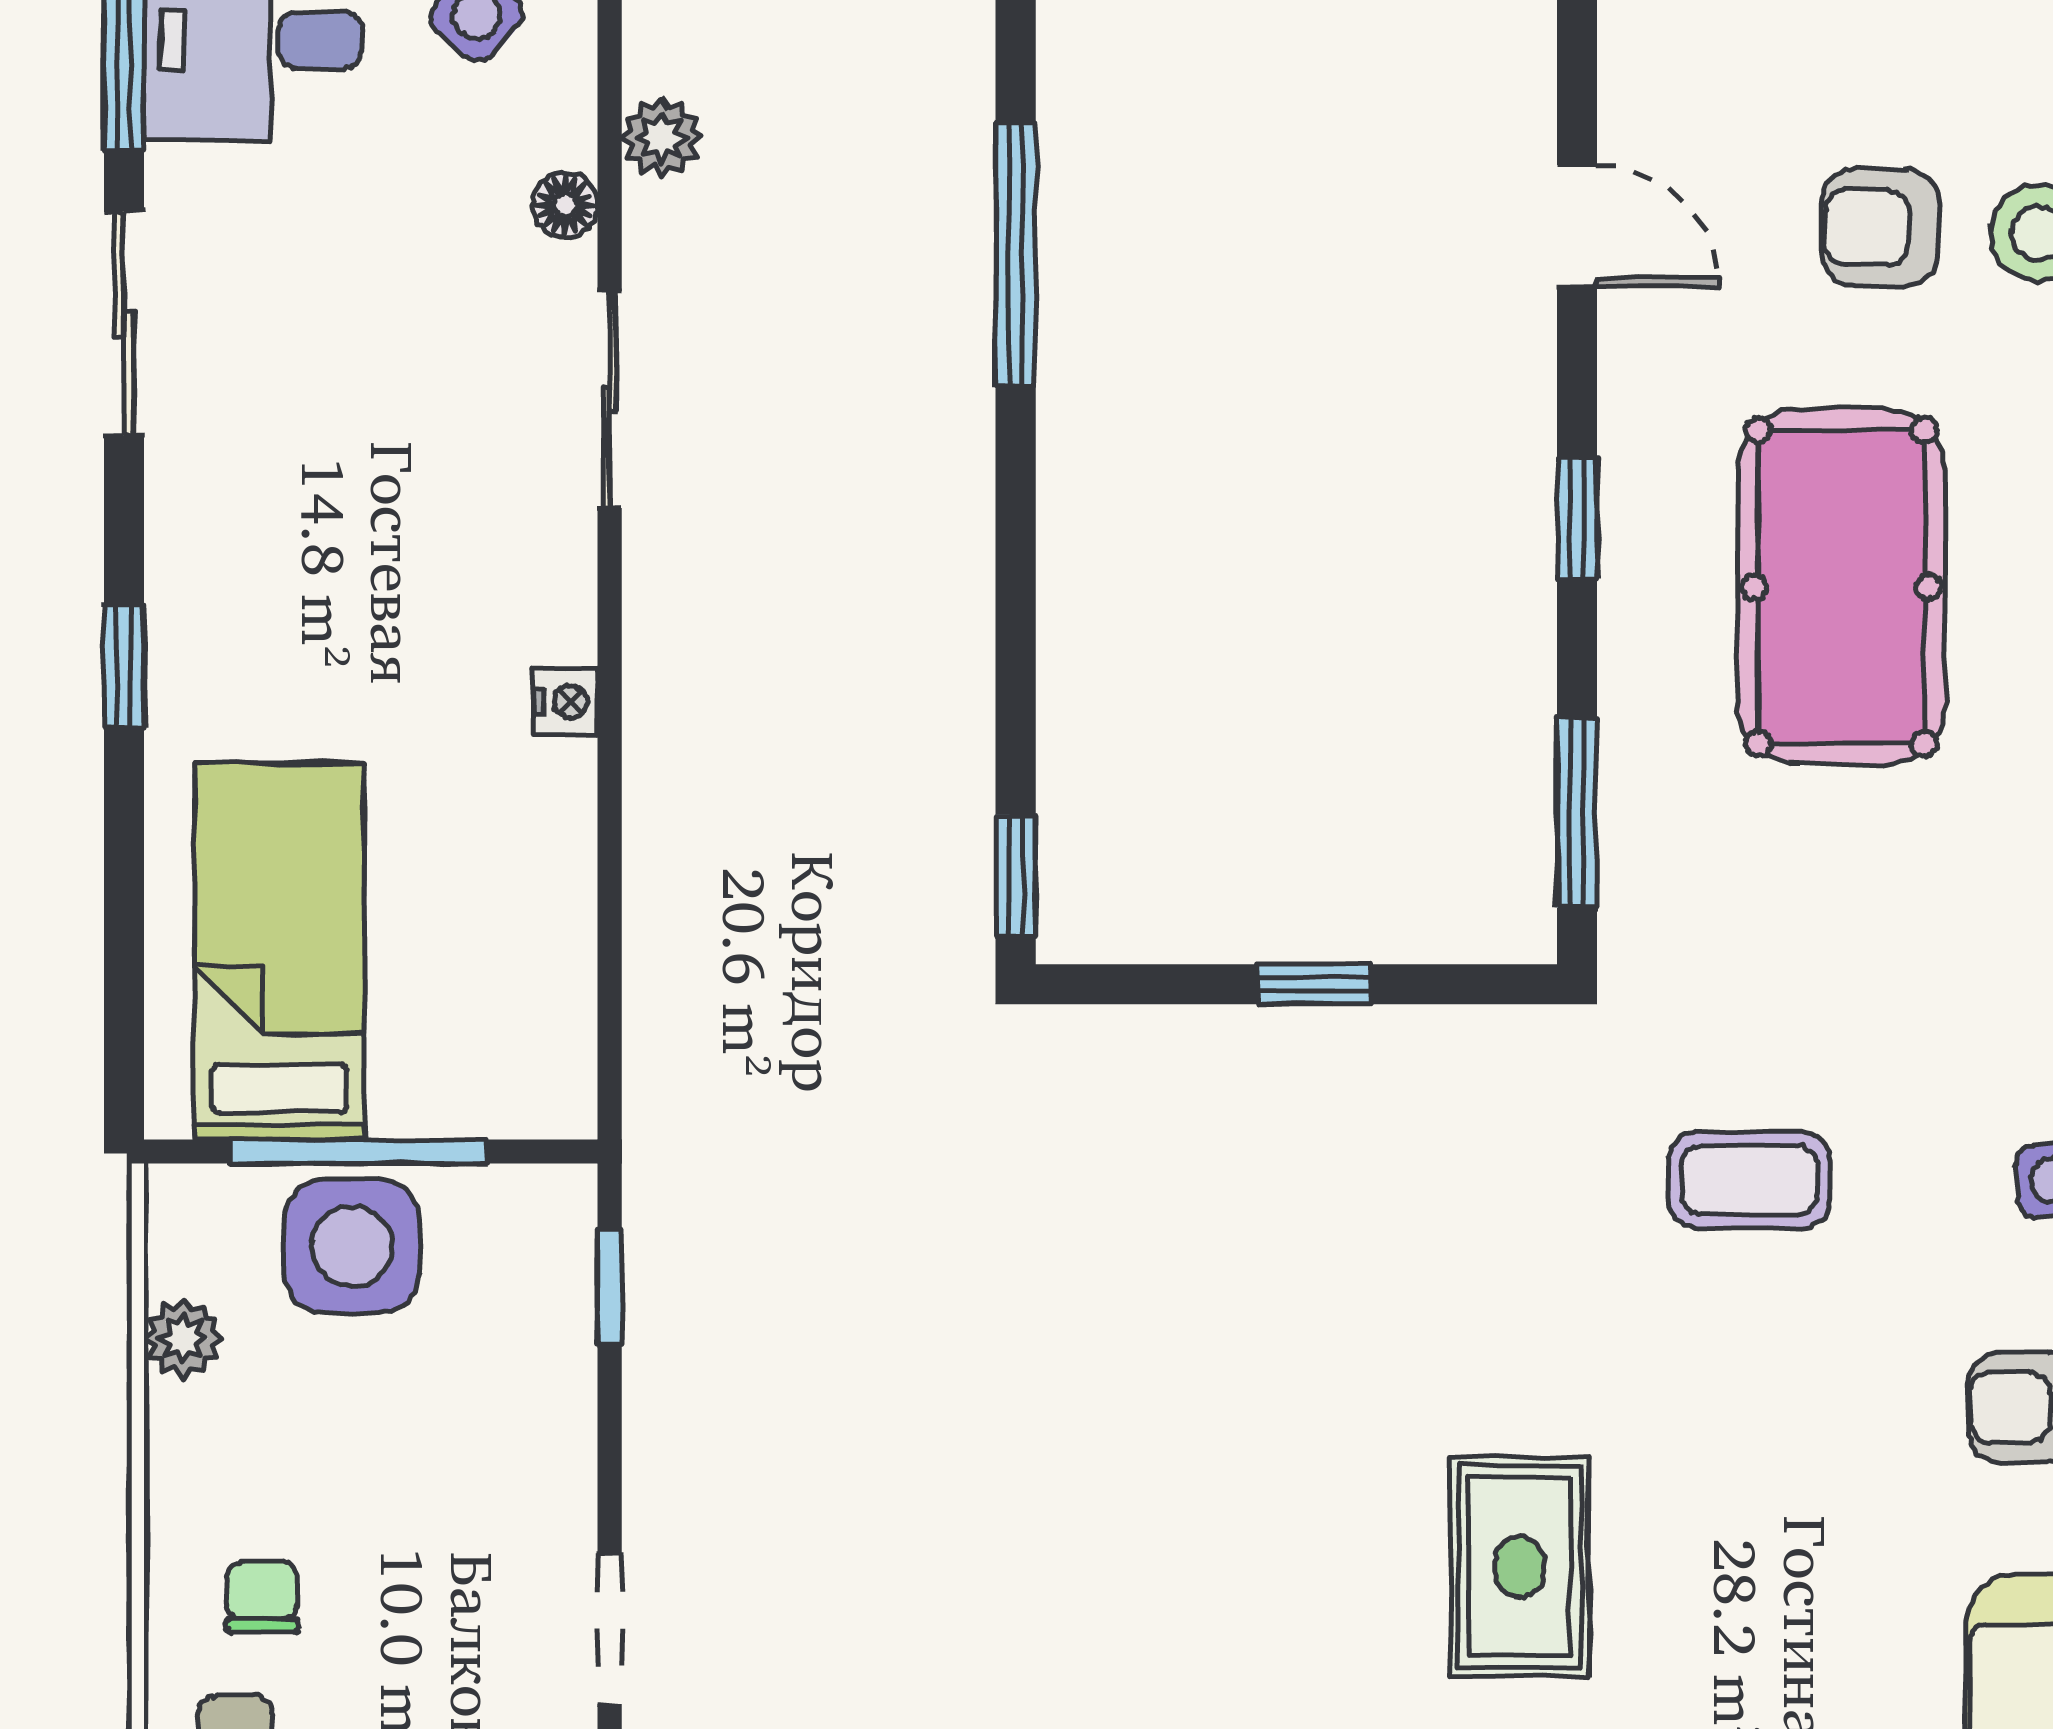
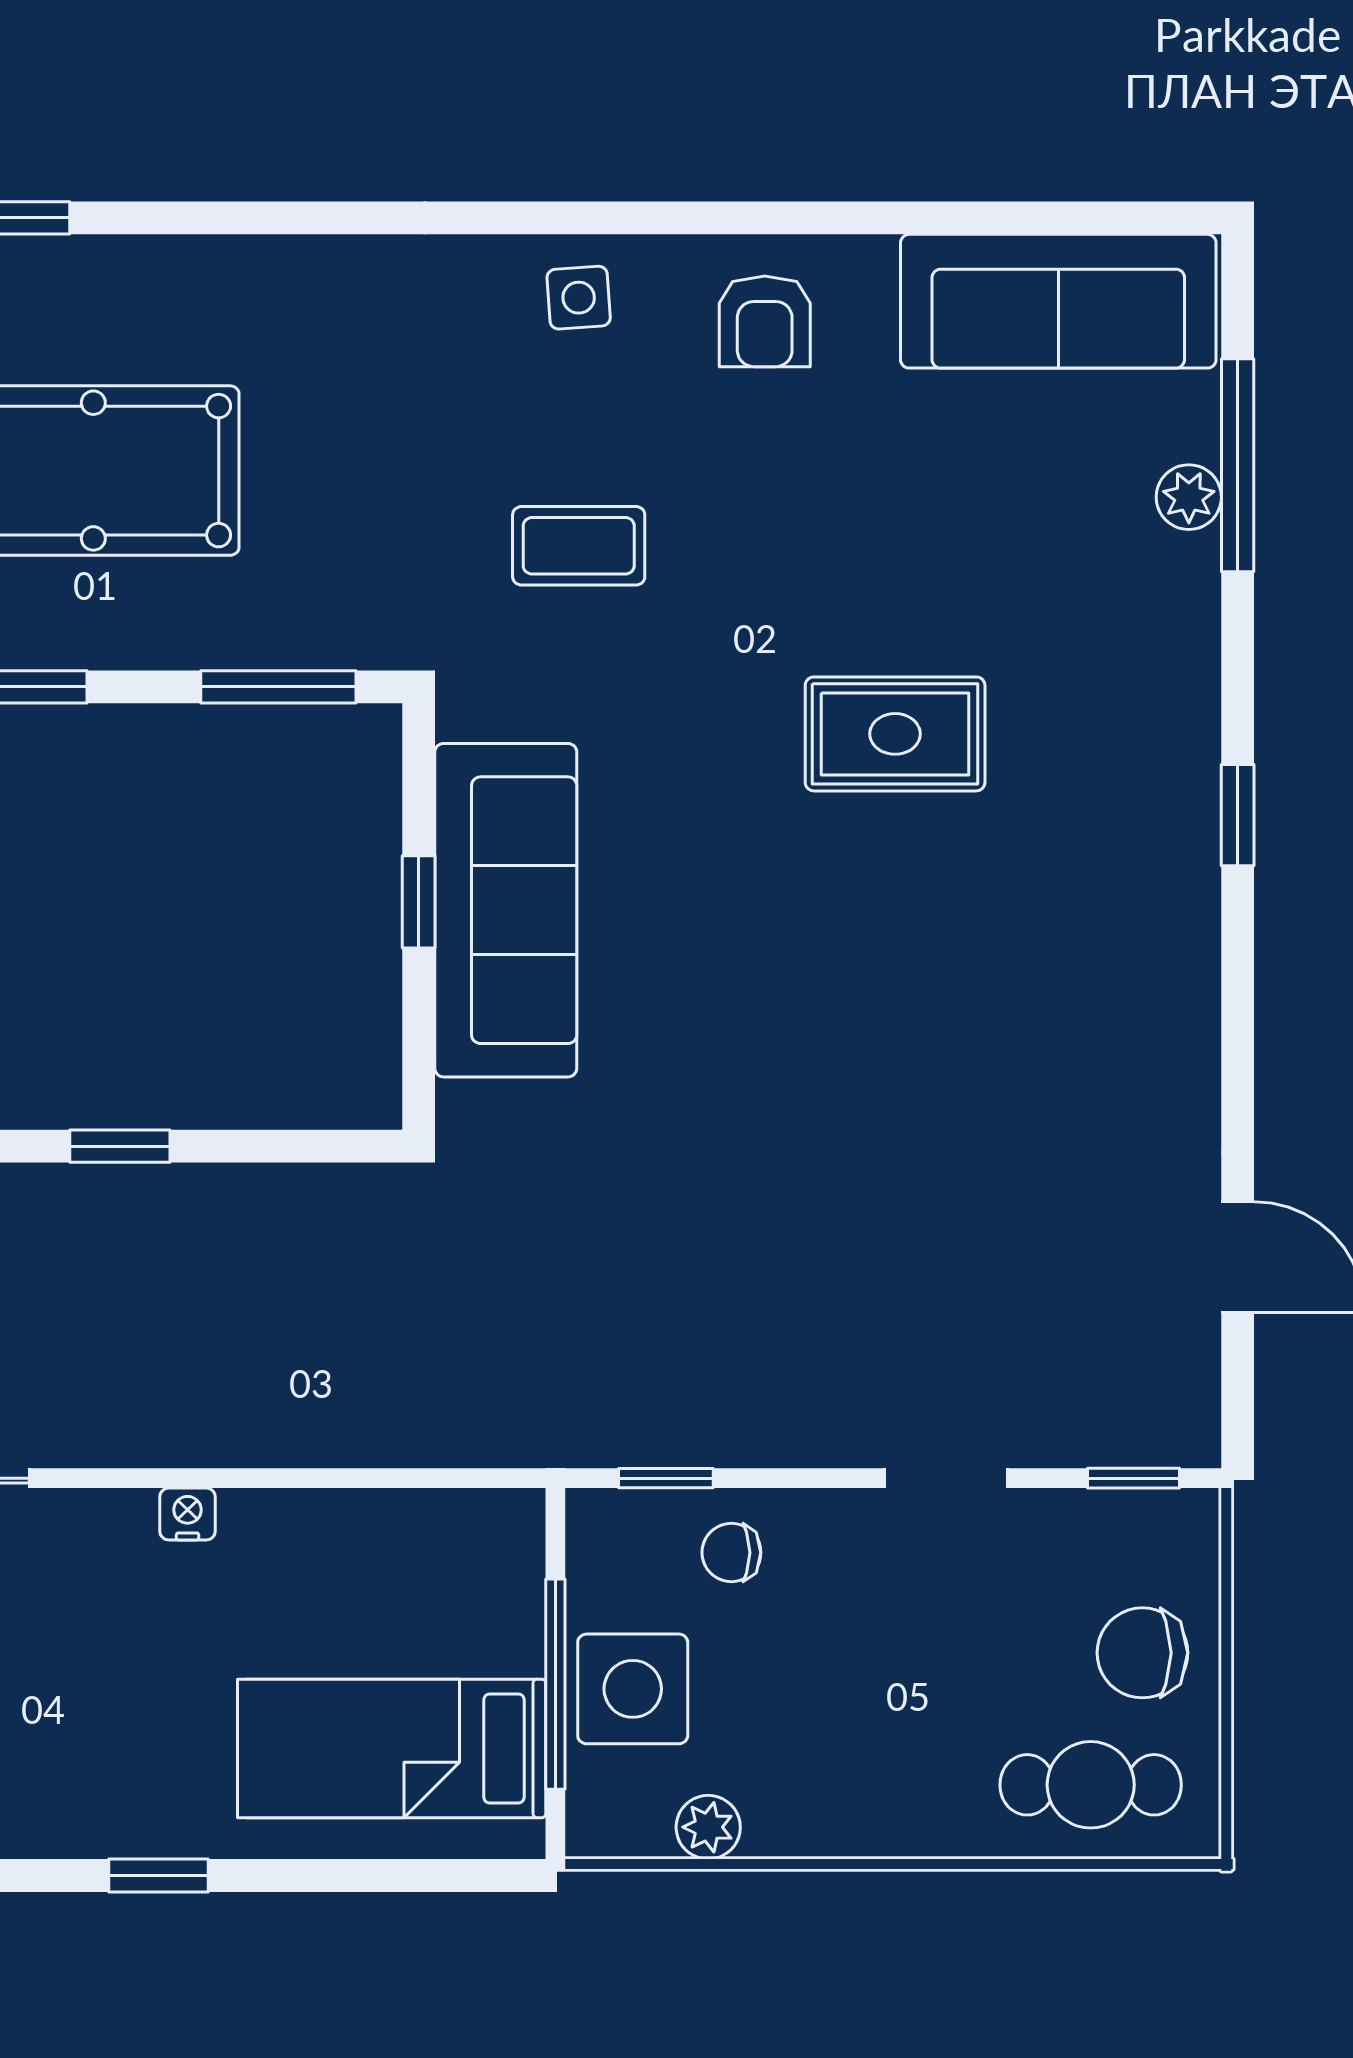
window: (1016, 876) -> (120, 1146), moved
sofa: (1304, 1091) -> (506, 910), added
coffee table: (1749, 1180) -> (579, 546), turned 90
chair: (262, 1597) -> (731, 1553), moved

